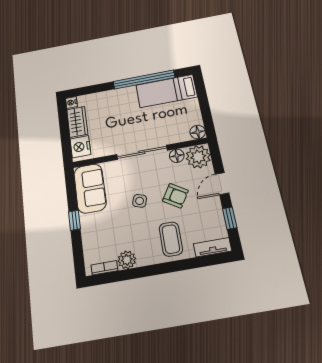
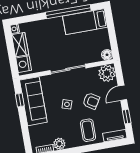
floor lamp: (177, 156) -> (92, 72), removed
sofa: (90, 188) -> (33, 101), width x1.36
window: (74, 220) -> (20, 100), moved

